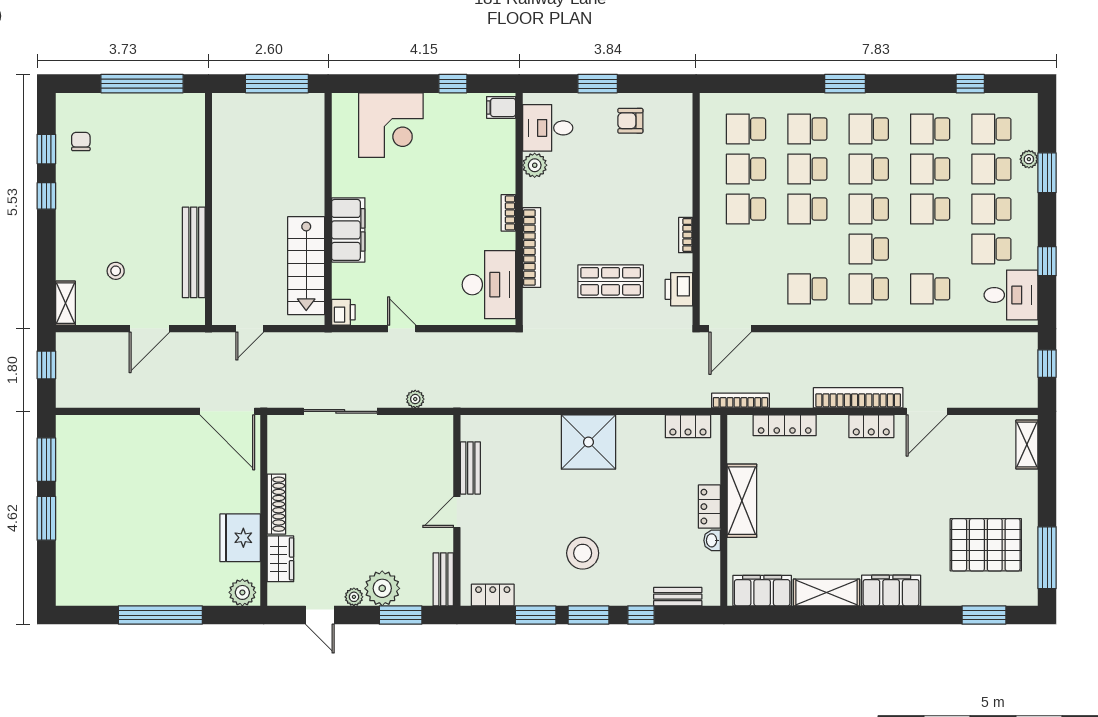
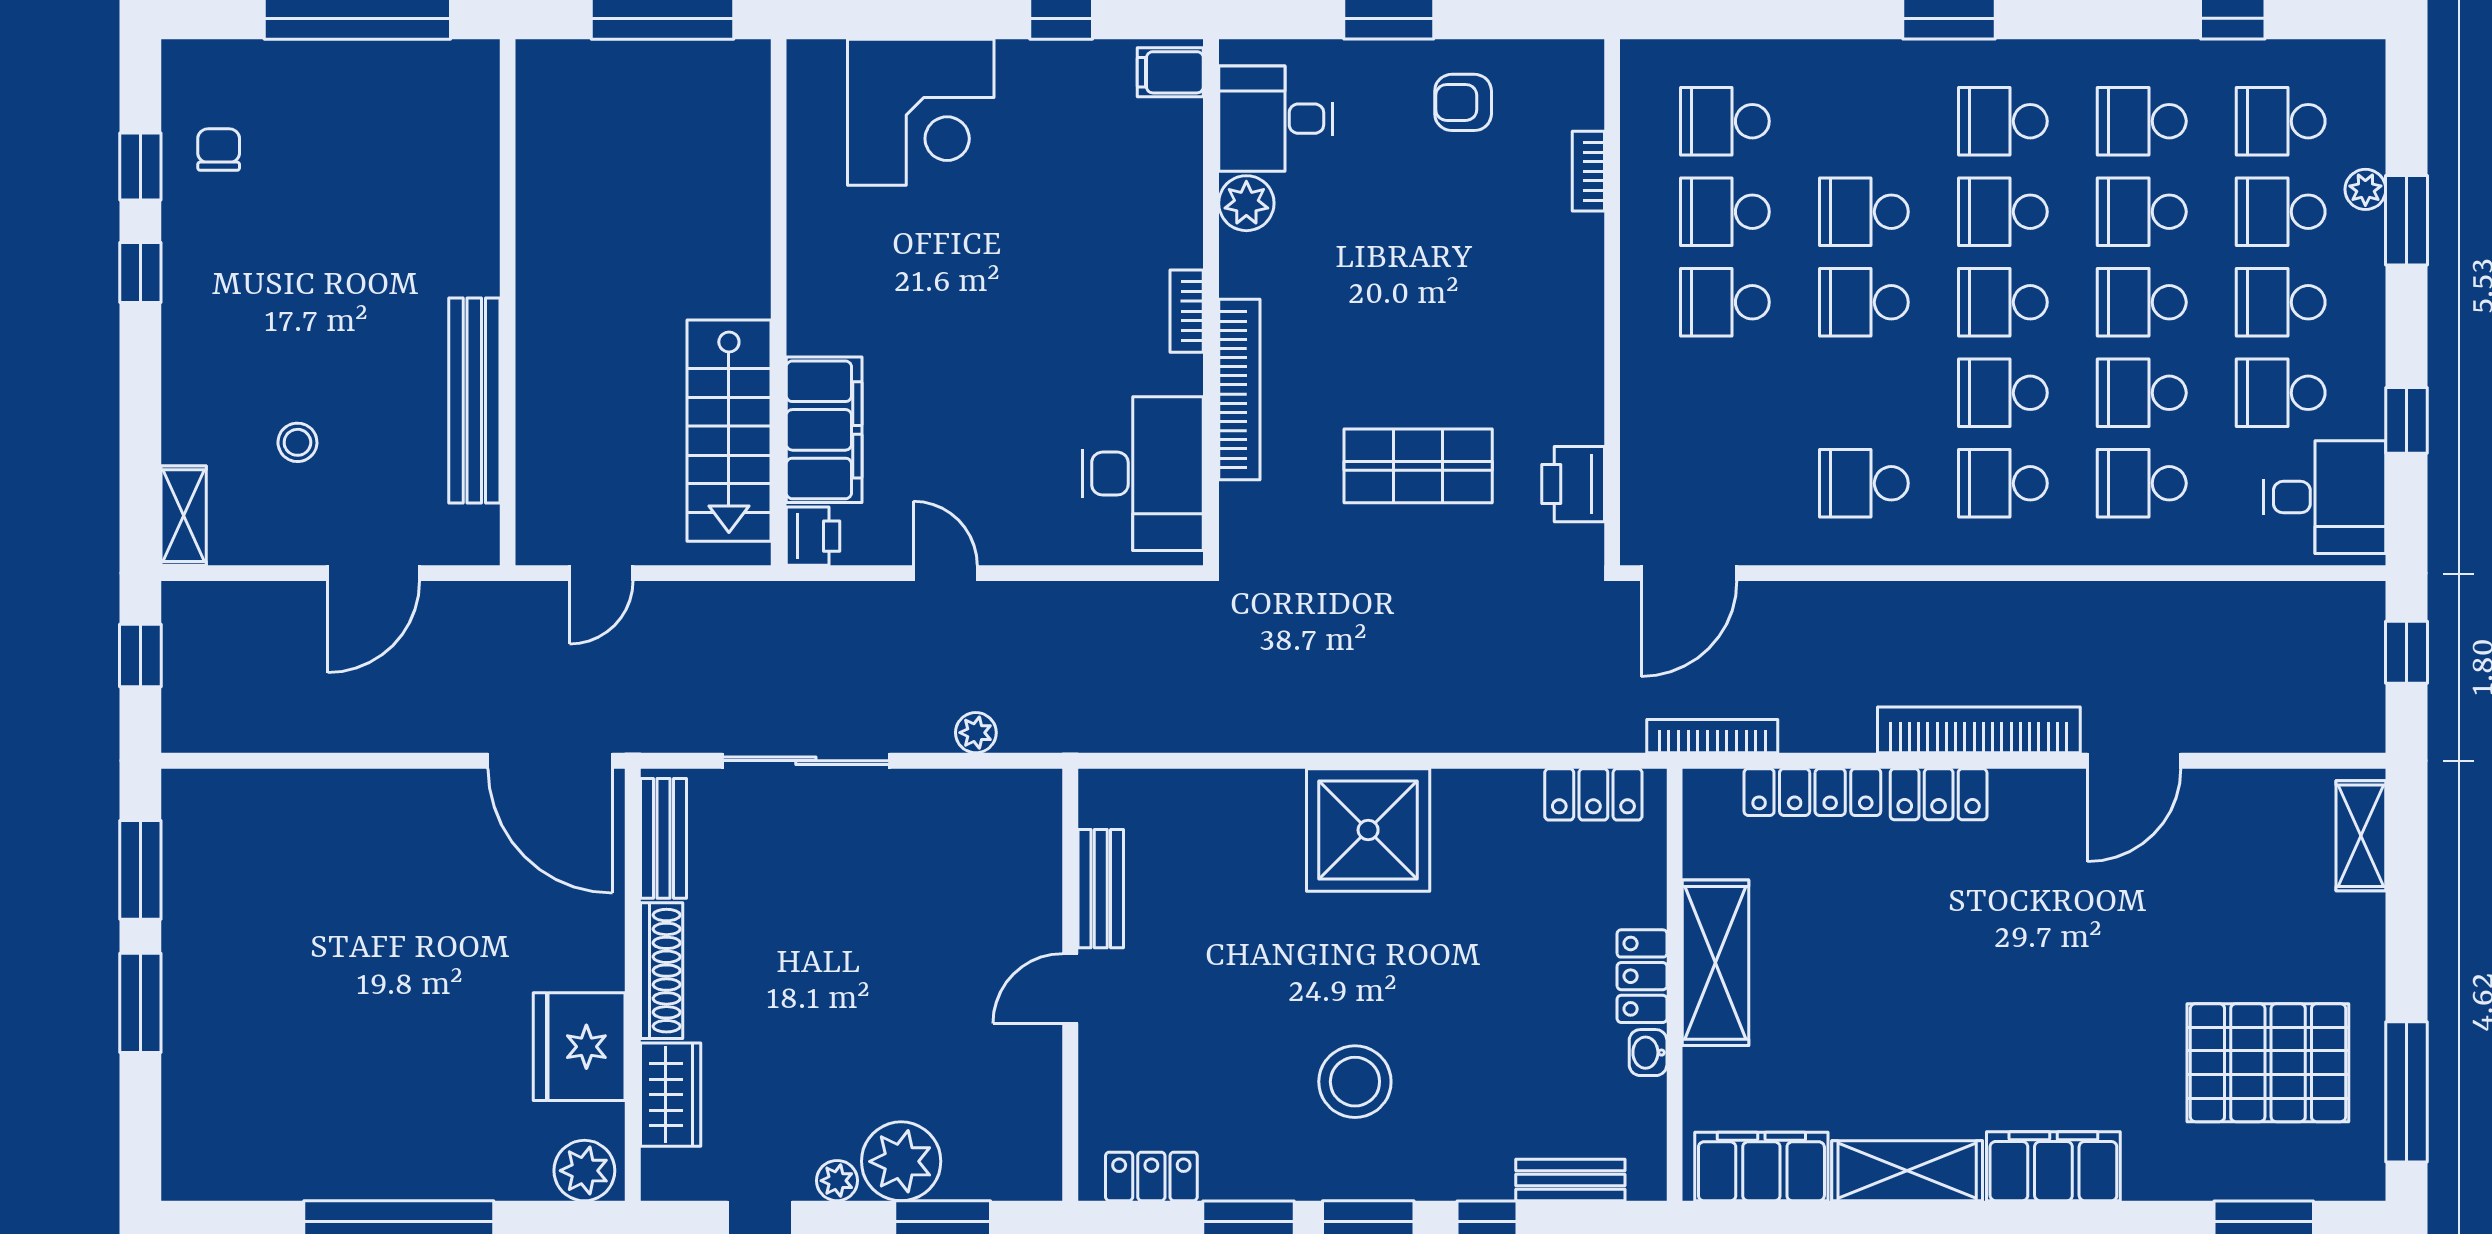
school desk: (807, 129) -> (2142, 393), moved
filing cabinet: (348, 230) -> (824, 430), moved
bookcase: (686, 235) -> (1588, 171), moved
locker: (871, 426) -> (1939, 794), moved
bench: (443, 579) -> (663, 838), moved

